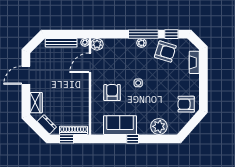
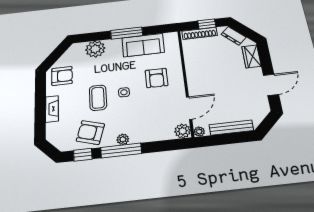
fireplace: (194, 62) -> (52, 109), moved
coffee table: (158, 81) -> (98, 98), added
window: (133, 139) -> (127, 33), width x2.17

